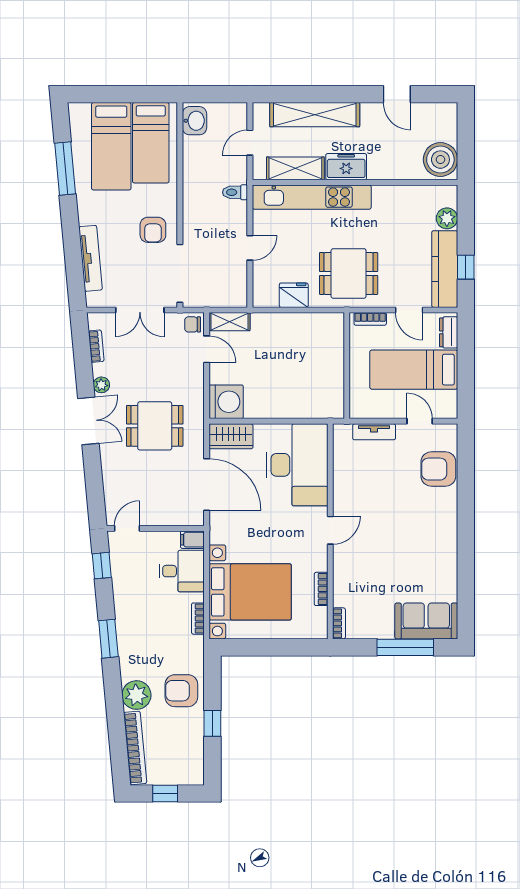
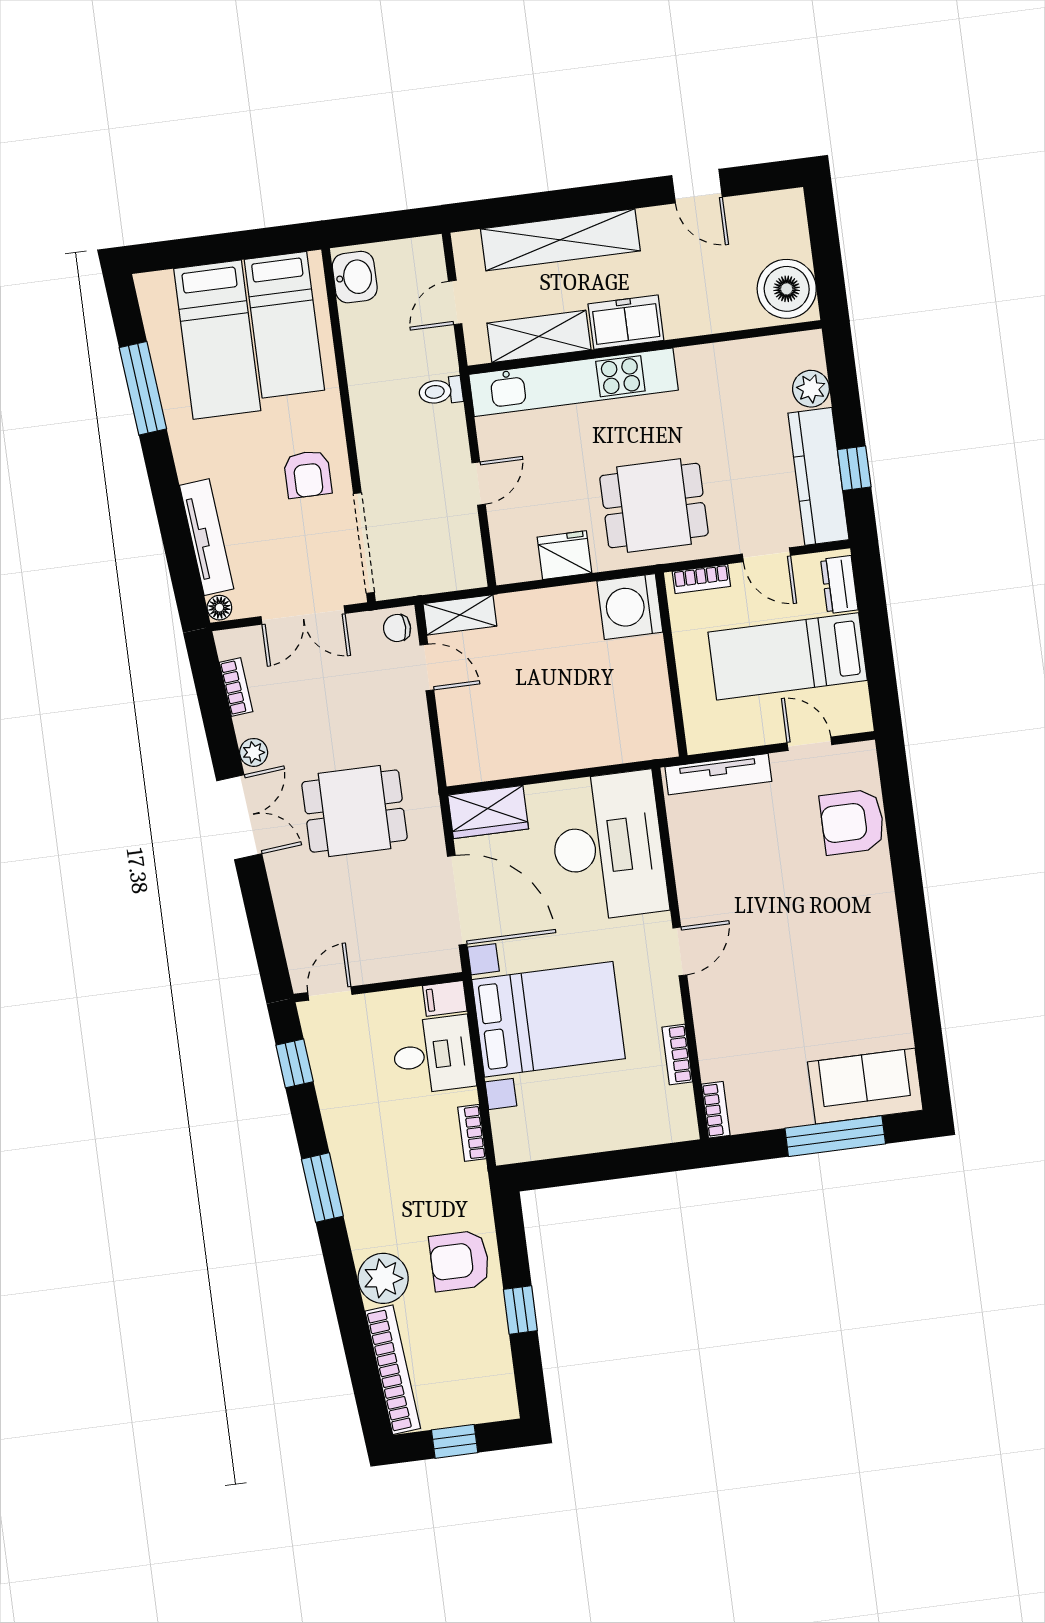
floor lamp: (93, 300) -> (219, 608), added
washing machine: (226, 402) -> (630, 607), moved, turned 180
tv unit: (374, 432) -> (718, 774), width x1.41
bed with nightstands: (250, 592) -> (549, 1019), moved

